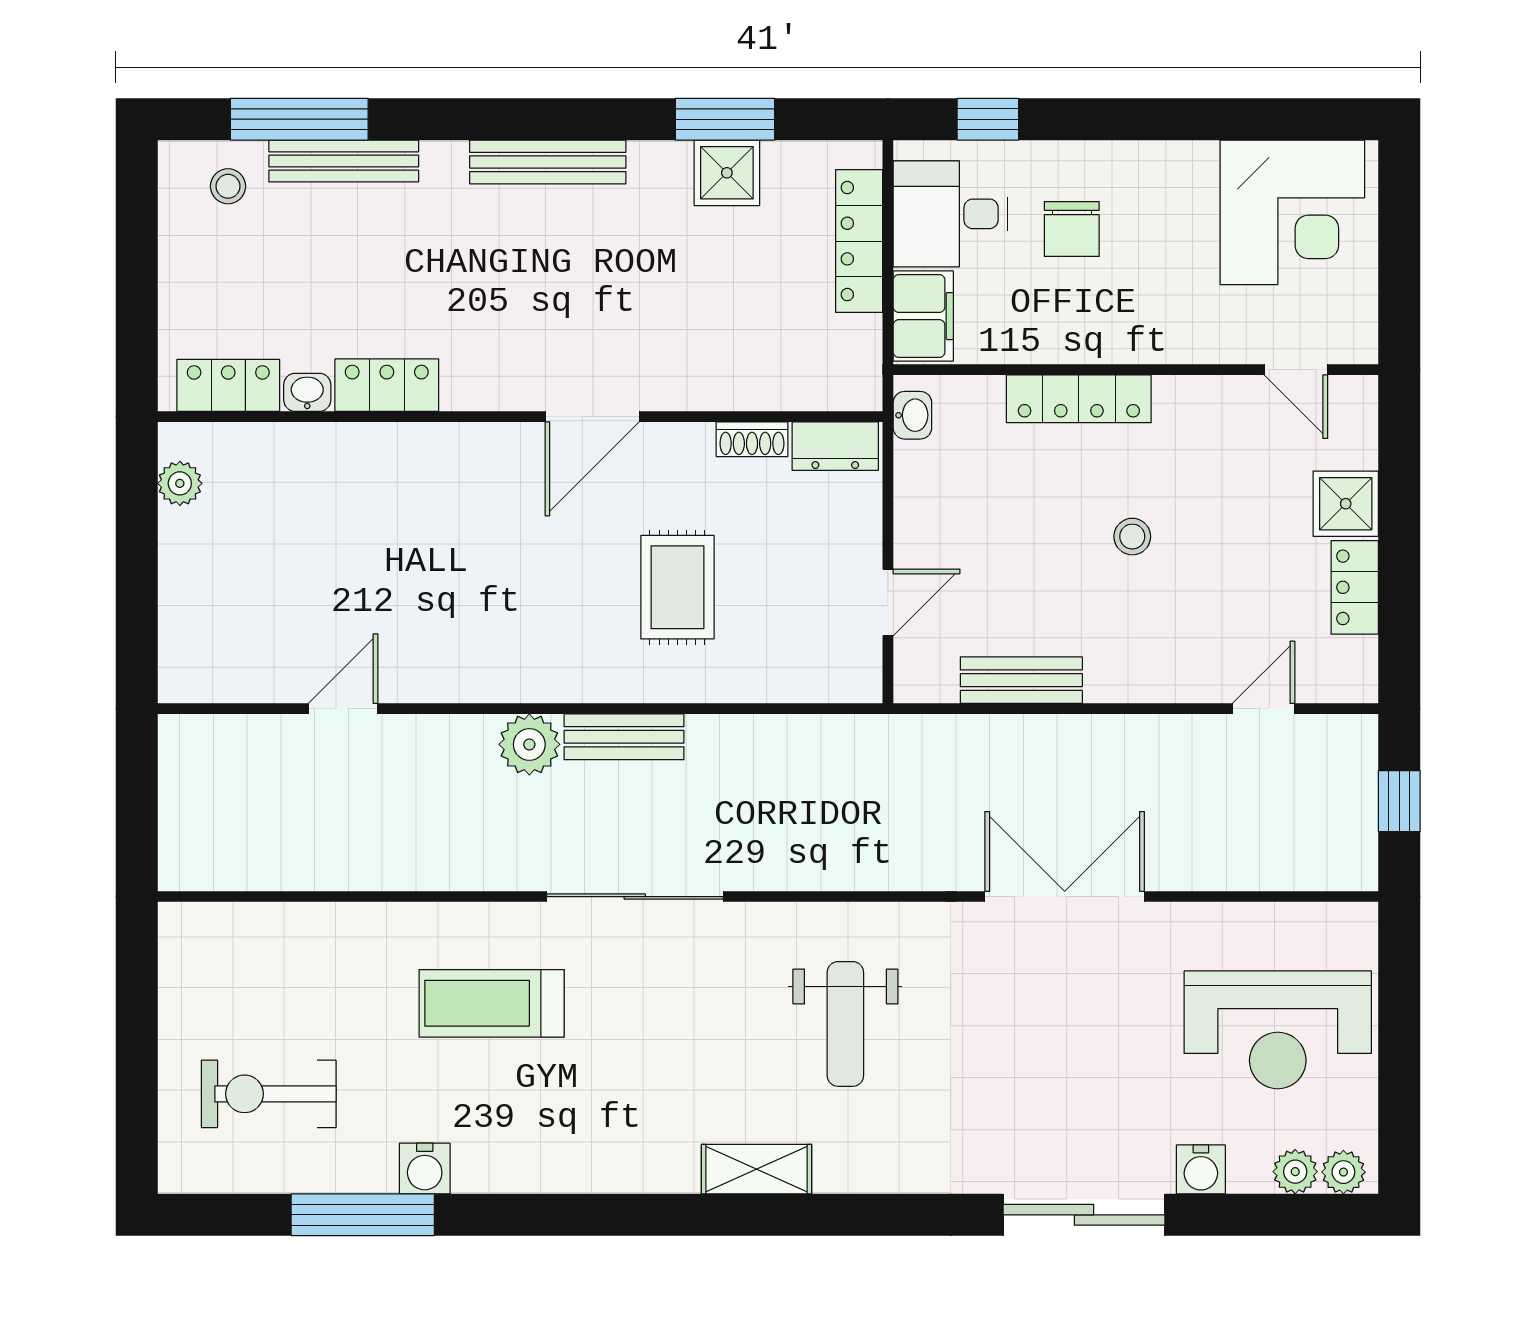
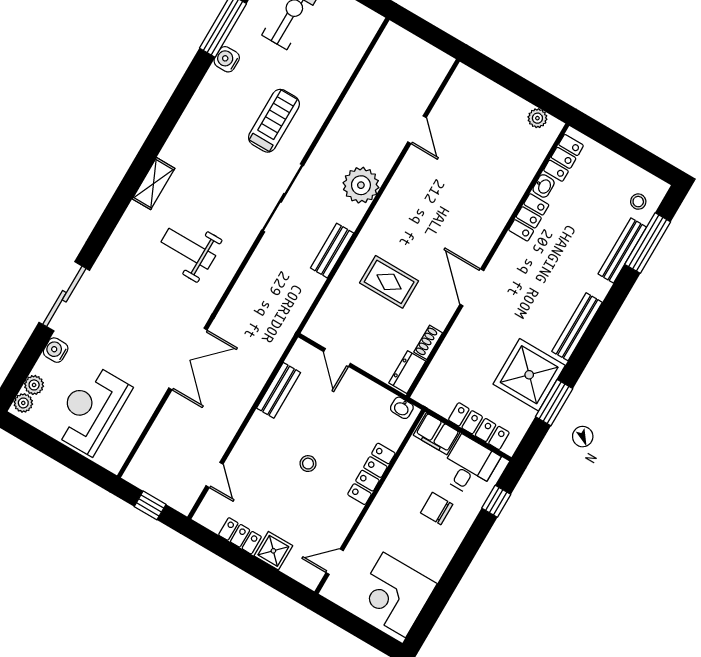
shower: (727, 173) -> (529, 375), width x1.86, depth x1.86
bench: (624, 737) -> (332, 251), moved
plant: (529, 744) -> (361, 185), width x1.36, depth x1.36

